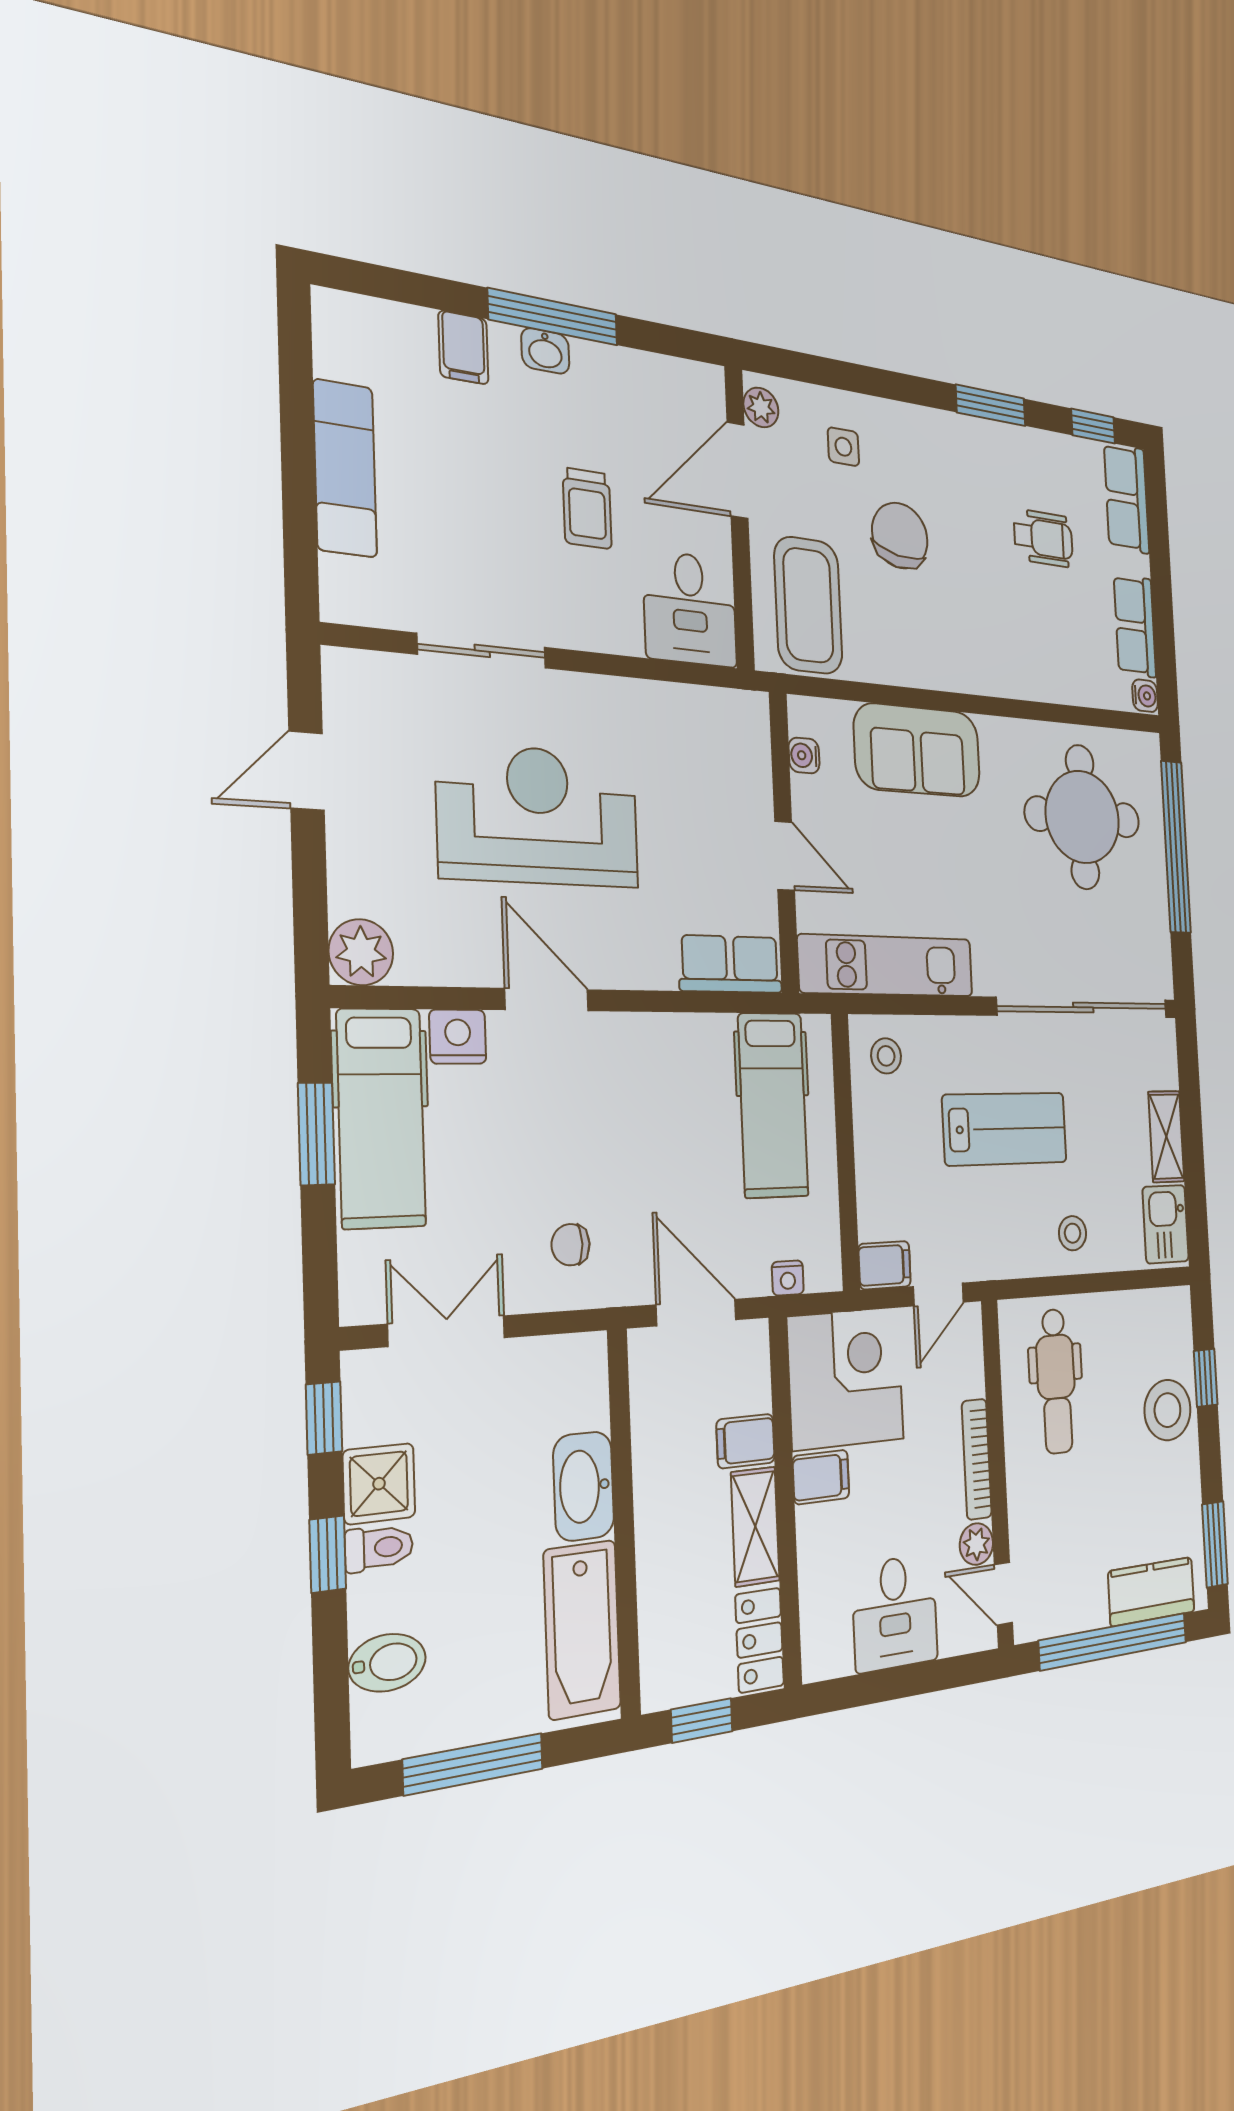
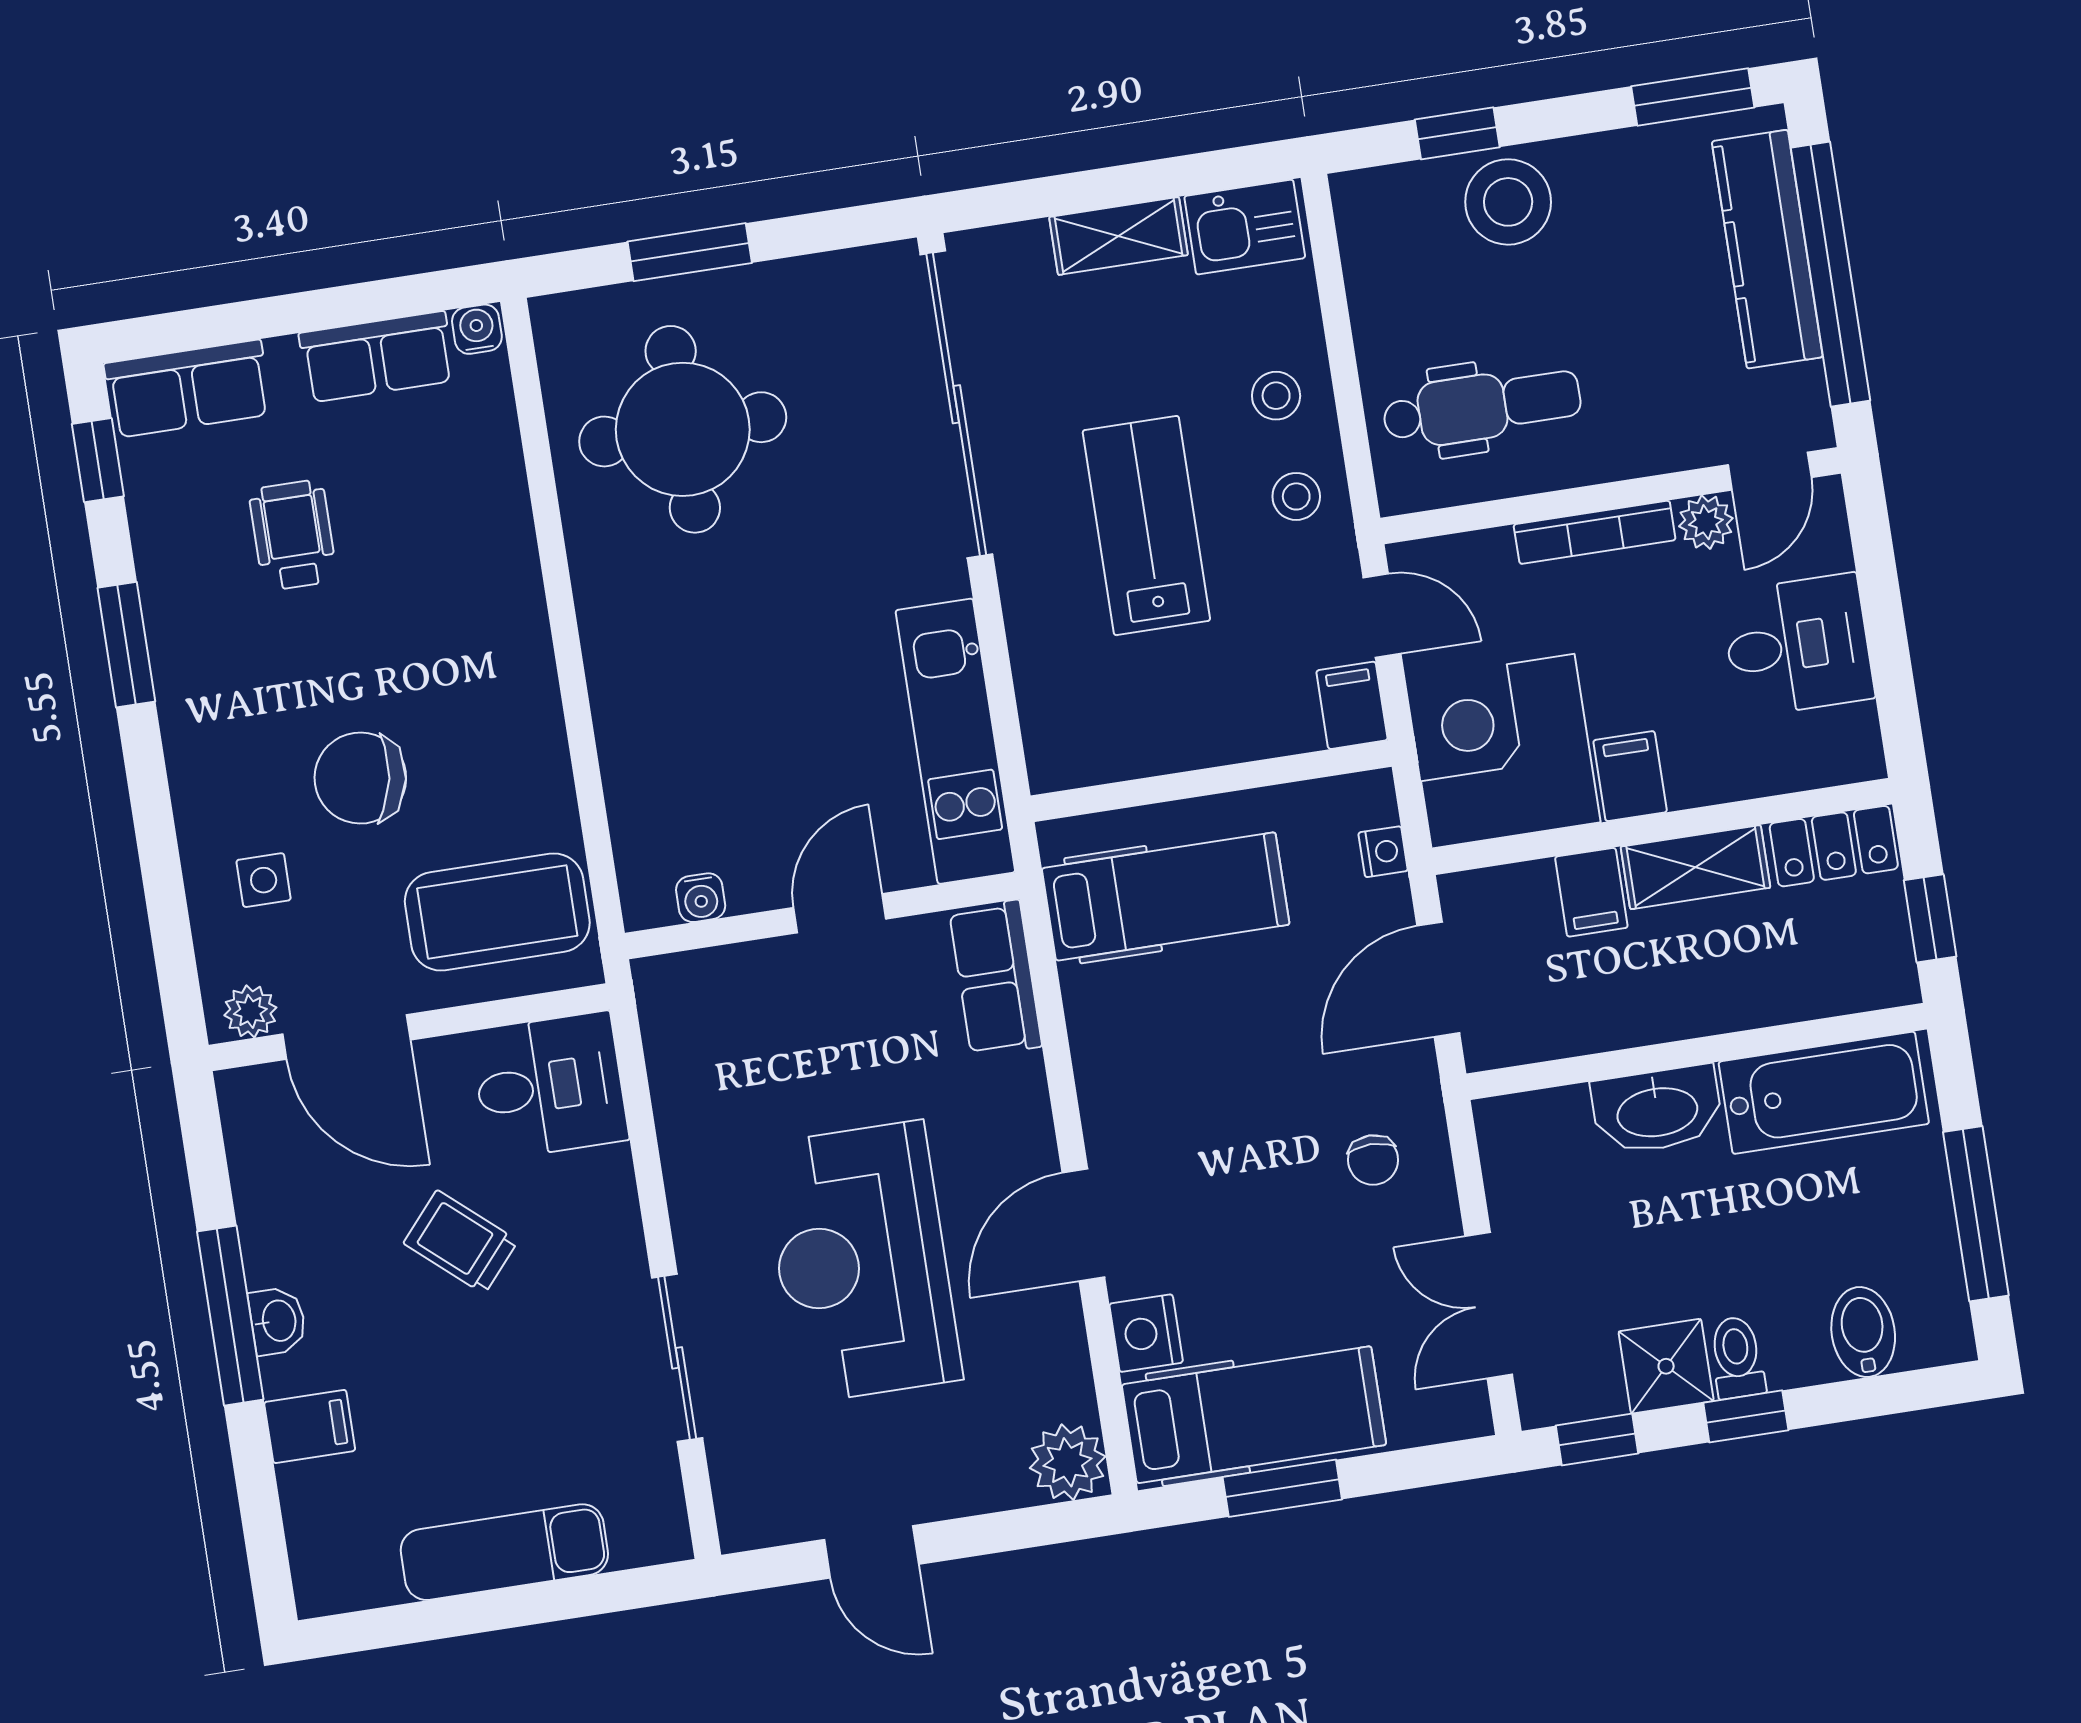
trolley: (587, 508) -> (461, 1242), turned -139
sofa: (917, 750) -> (652, 720), removed
window: (1176, 847) -> (690, 252), width x0.47
stool: (886, 1056) -> (1296, 496), moved
kitchen counter: (1151, 1592) -> (1767, 249), width x1.50

